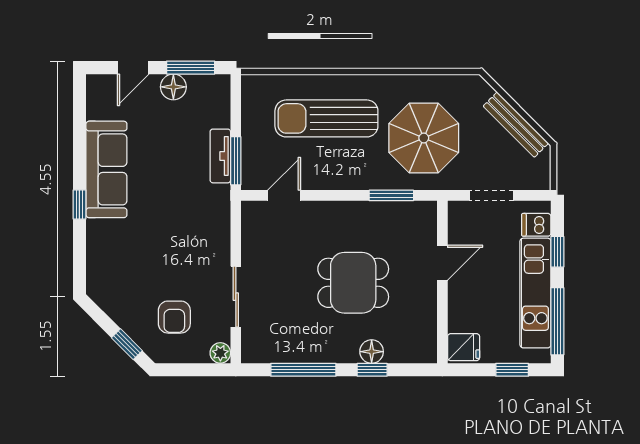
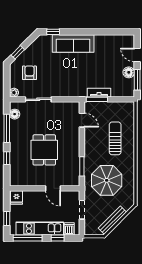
sun lounger: (326, 118) -> (115, 138), width x0.73, depth x0.75
sofa: (106, 169) -> (73, 43), moved
window: (79, 204) -> (53, 32), moved
armchair: (174, 317) -> (29, 73), turned 90
floor lamp: (372, 352) -> (15, 114), moved

